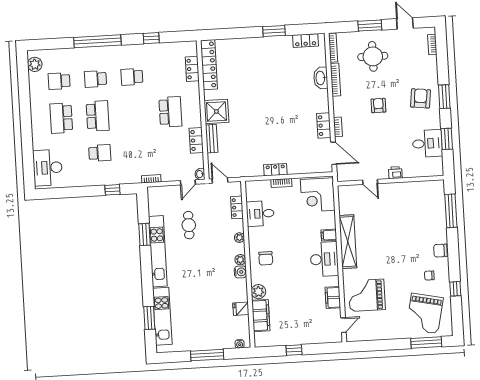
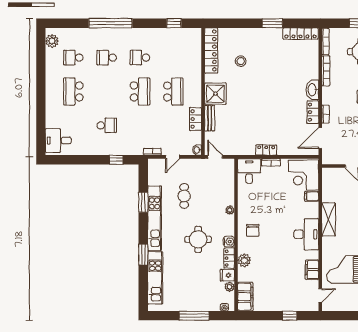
window: (151, 38) -> (174, 23), moved
locker: (305, 41) -> (300, 34), width x1.53
locker: (192, 69) -> (196, 53), removed
stool: (242, 74) -> (241, 61), added
washbasin: (321, 78) -> (312, 90), moved
school desk: (98, 116) -> (140, 91), moved
door: (334, 153) -> (320, 138), swing flipped
desk: (48, 168) -> (58, 141), width x0.73
door: (188, 182) -> (173, 157), moved
locker: (237, 207) -> (229, 258), moved
desk: (260, 214) -> (249, 171), moved, turned 90
filing cabinet: (329, 235) -> (312, 196), moved
shelving: (348, 242) -> (329, 219), width x0.68
plant: (240, 260) -> (229, 287), moved
round table: (207, 272) -> (198, 239), added
filing cabinet: (261, 316) -> (245, 297), moved
window: (149, 318) -> (143, 255), moved
window: (294, 350) -> (290, 316), moved

